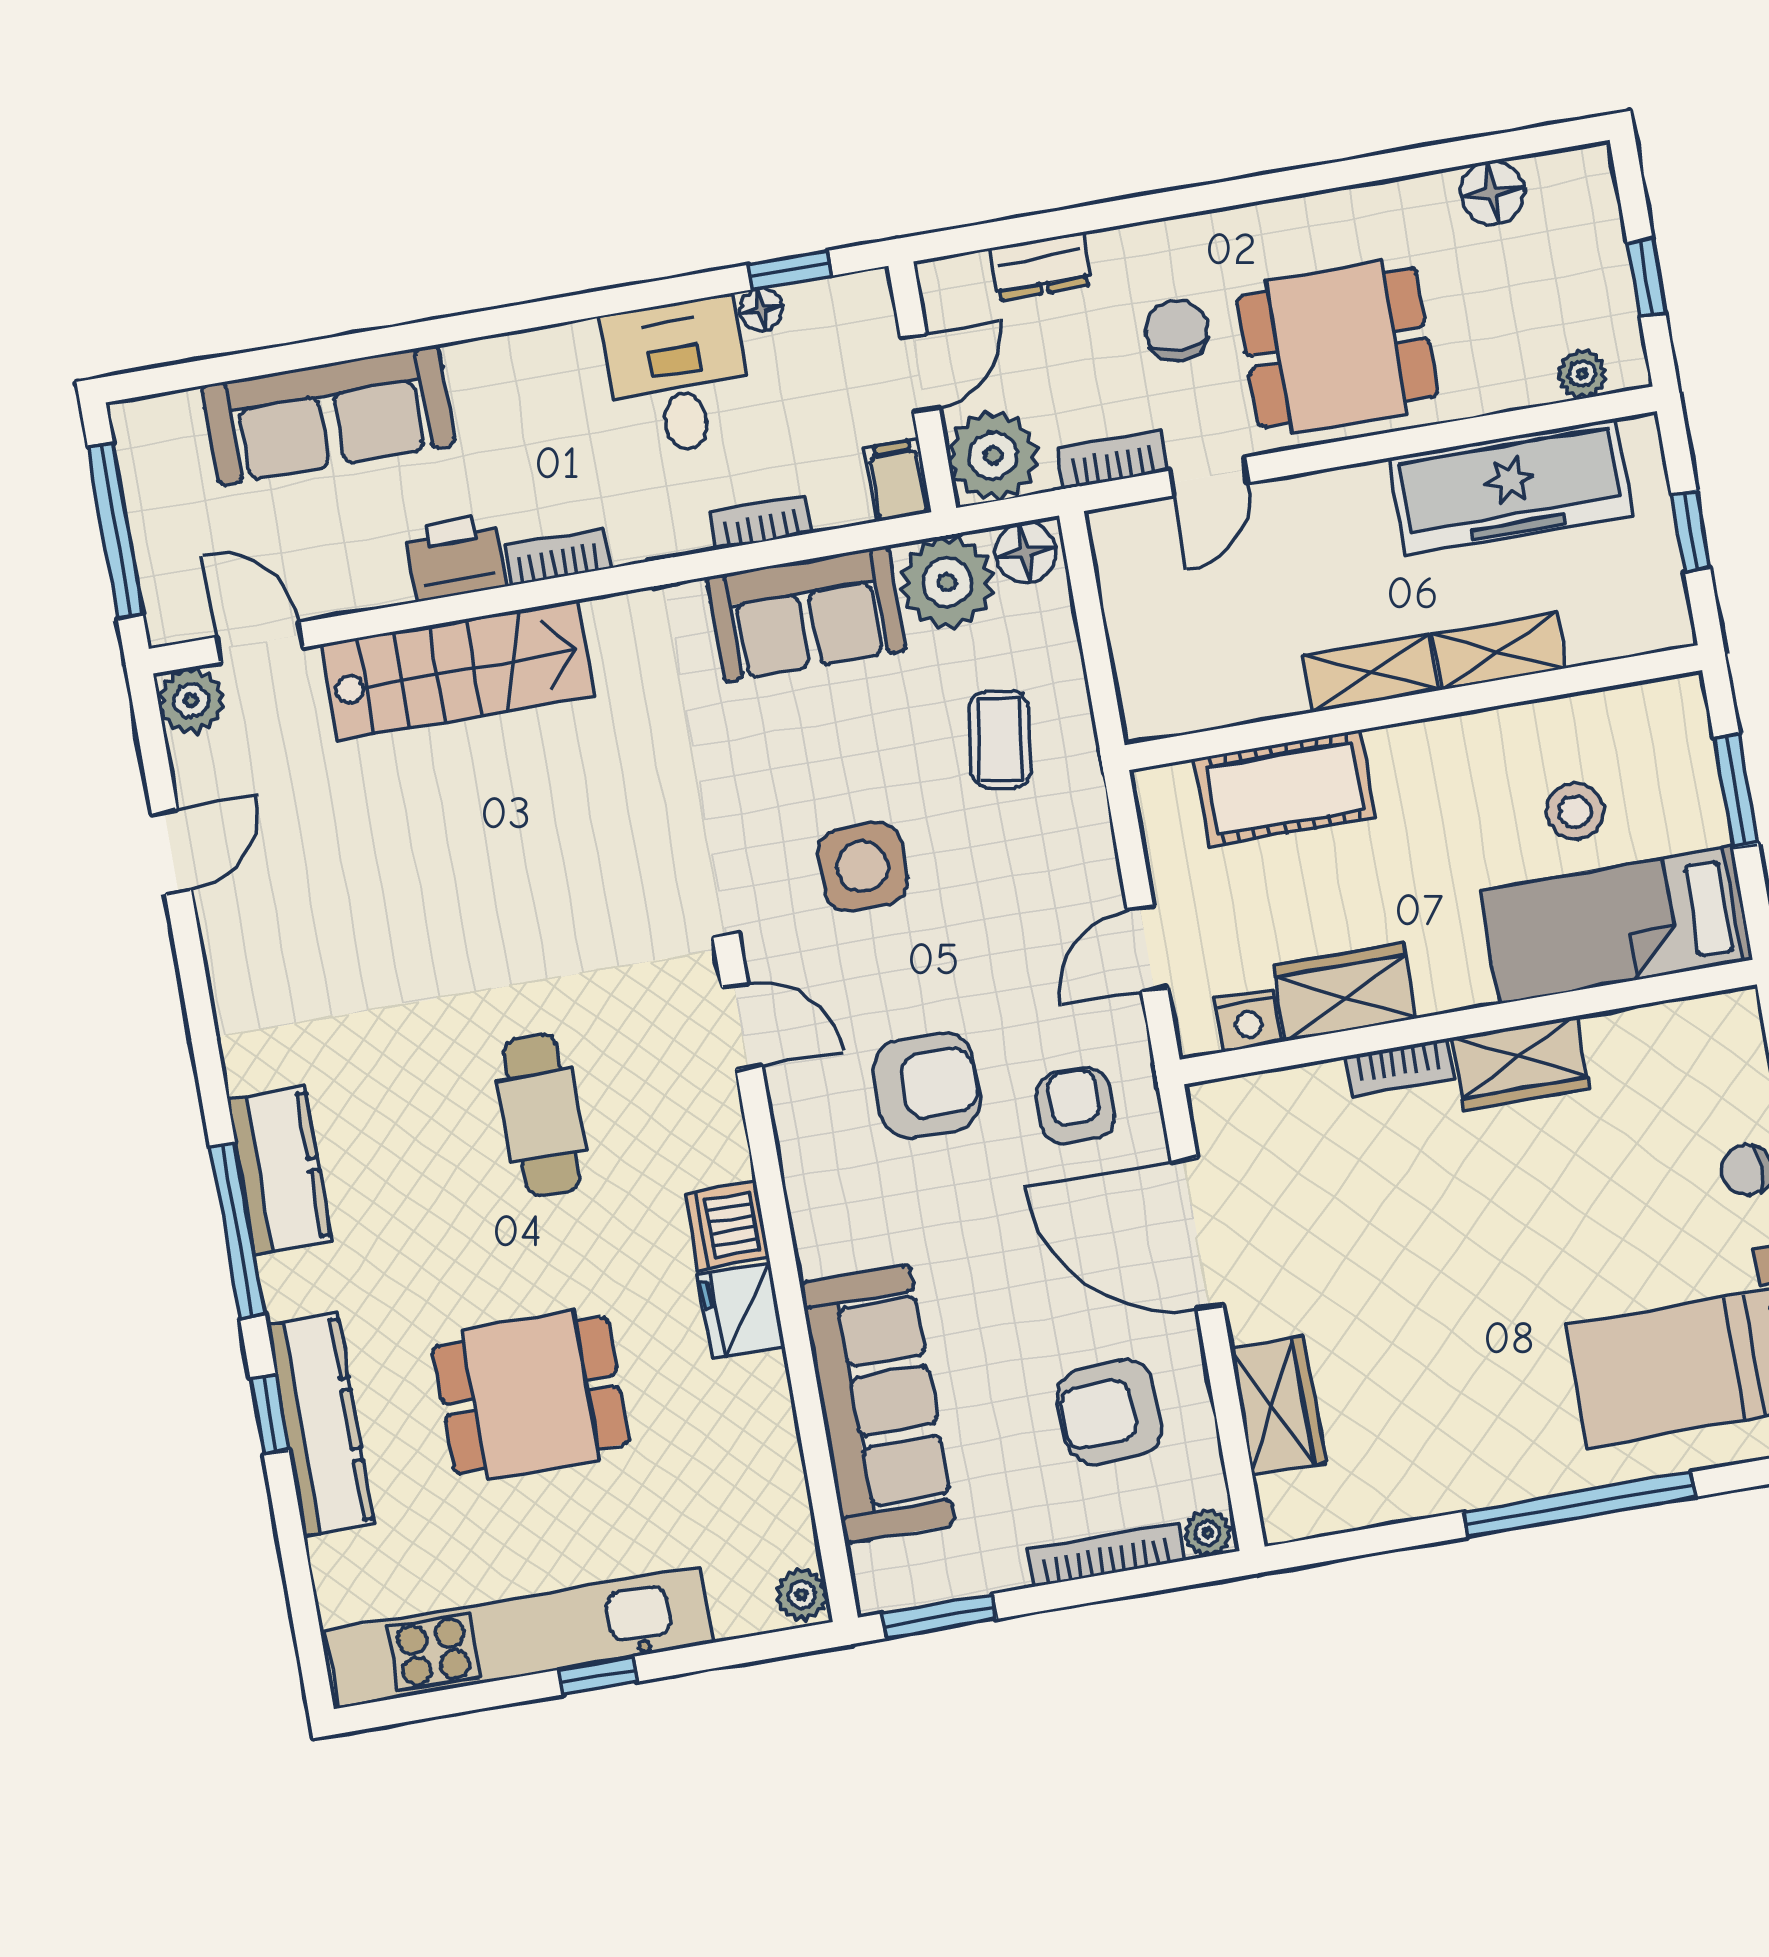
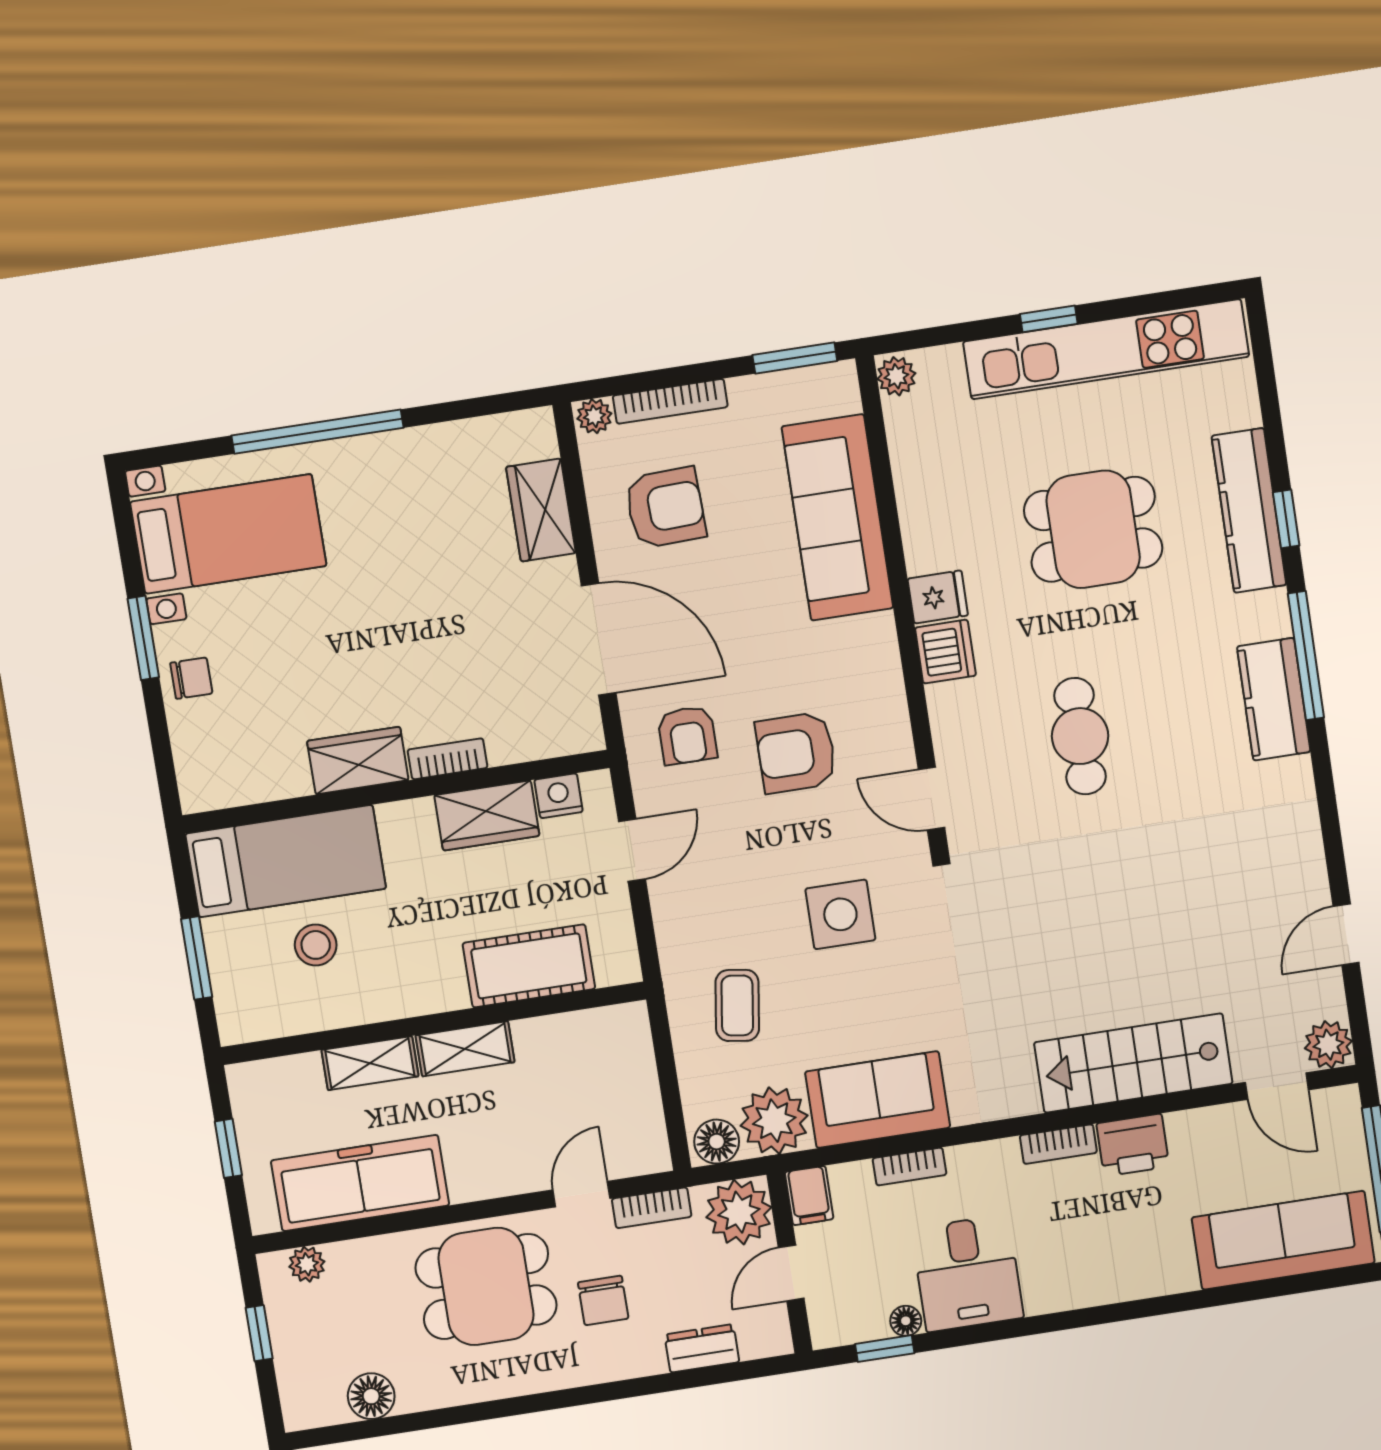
sofa: (329, 415) -> (1283, 1240), moved
fridge: (741, 1311) -> (938, 597), width x0.72

